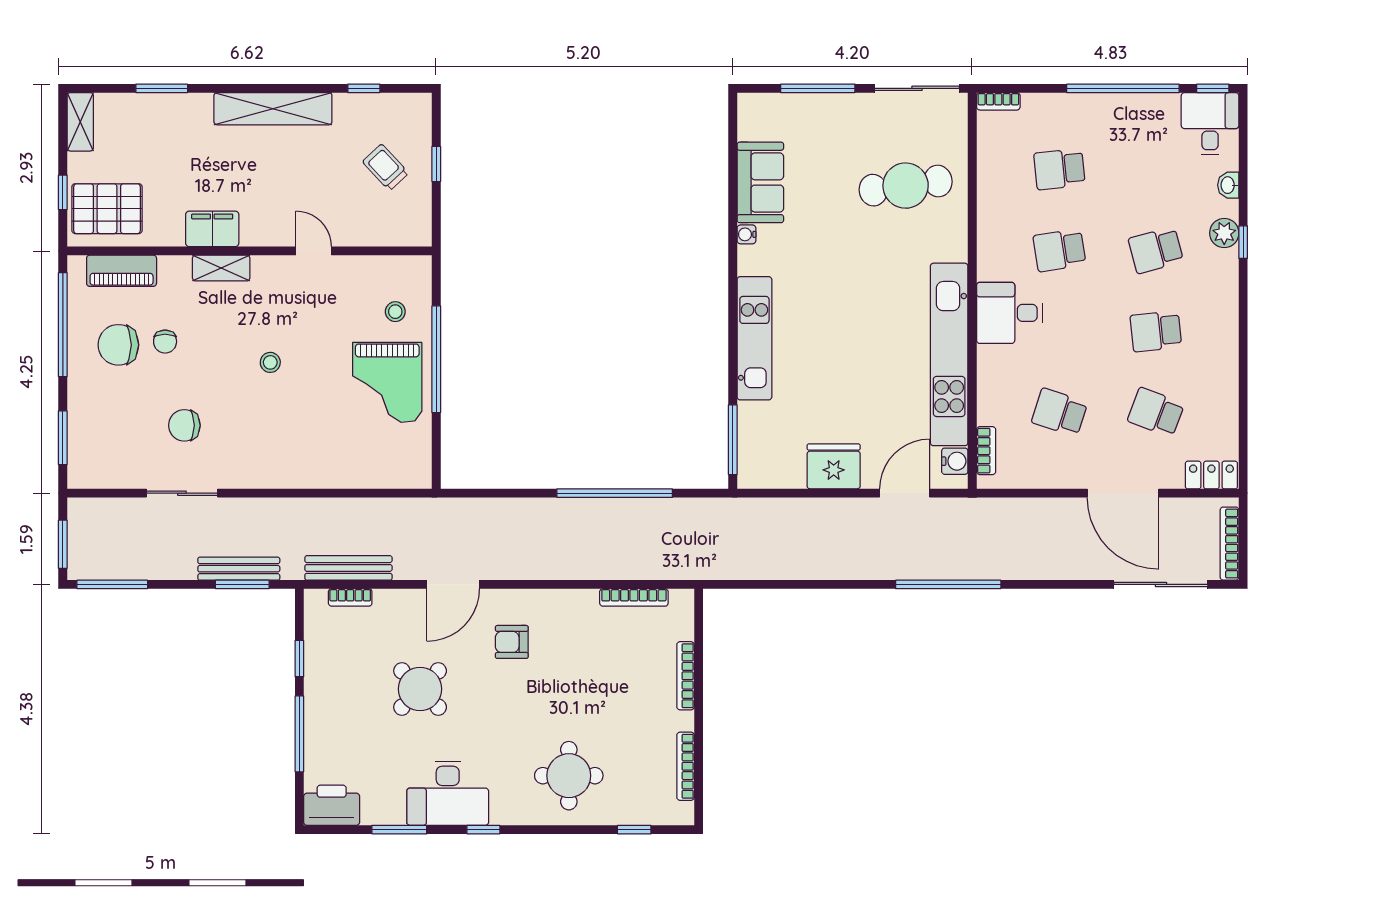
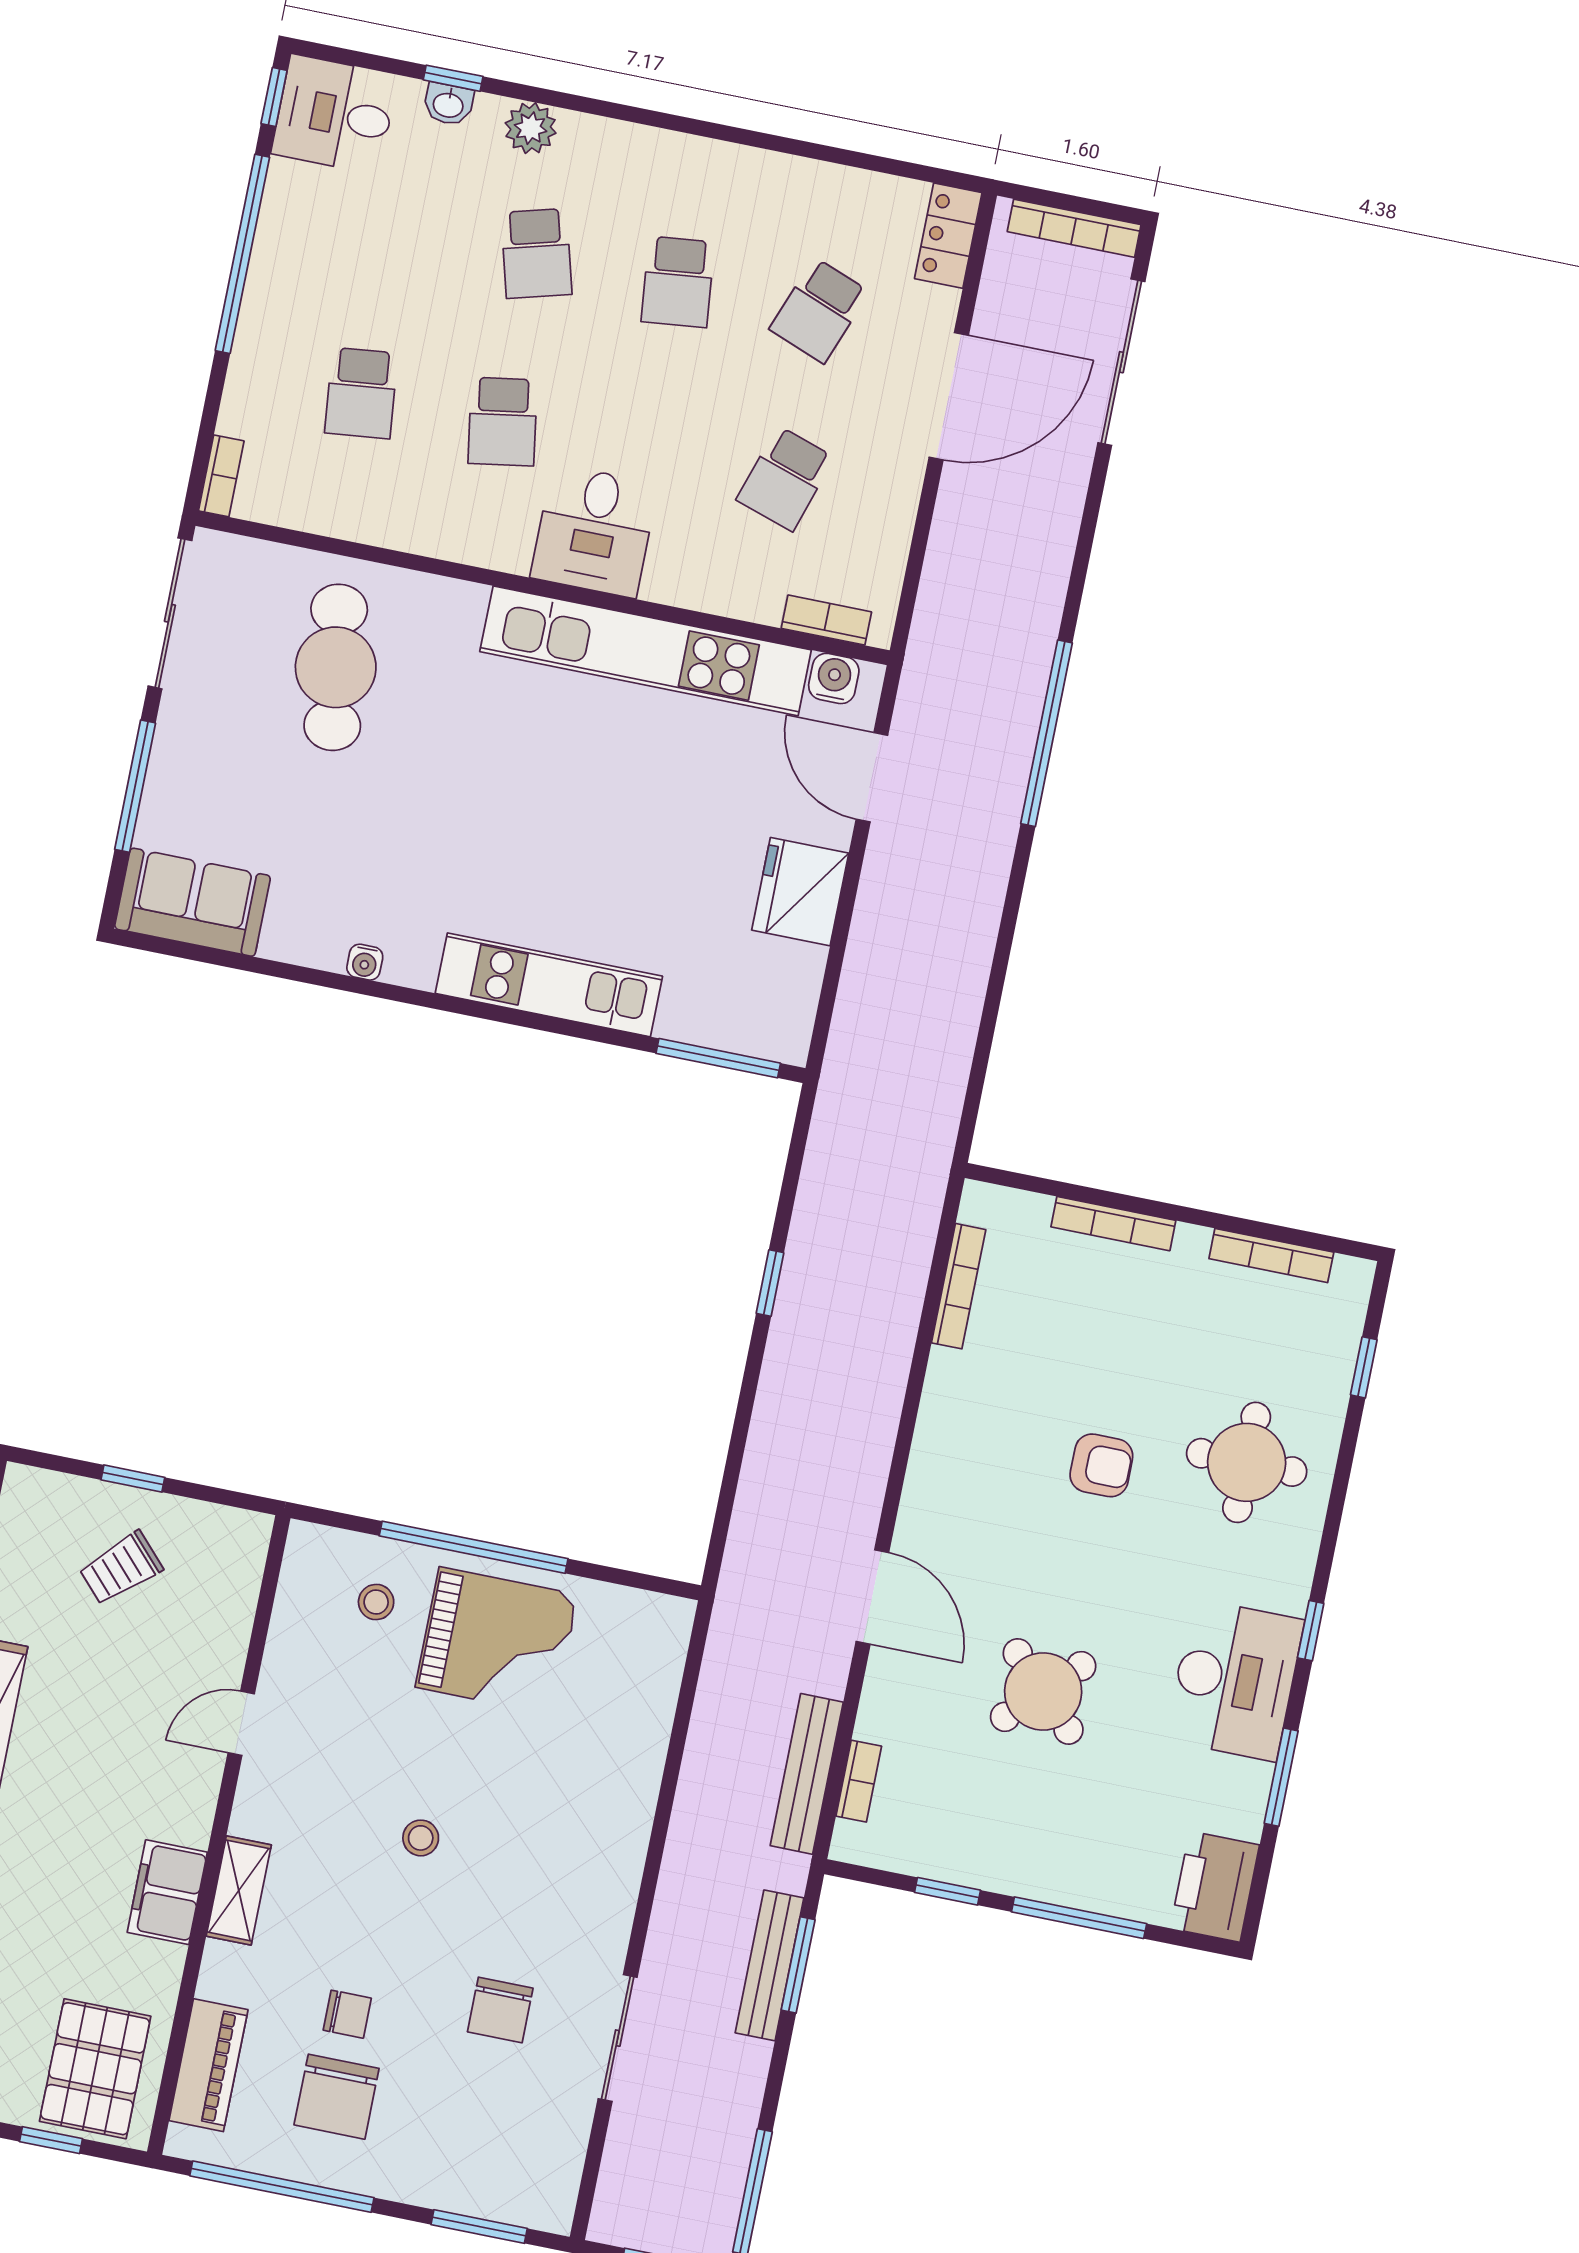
sofa: (760, 182) -> (193, 902), moved
window: (1243, 242) -> (453, 78), moved
window: (615, 493) -> (770, 1283), width x0.32
armchair: (512, 642) -> (1101, 1465), moved, turned -90

